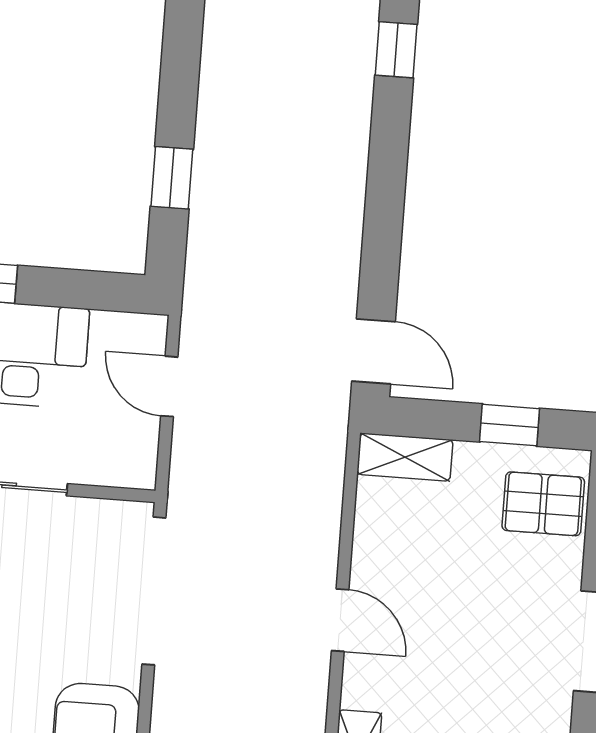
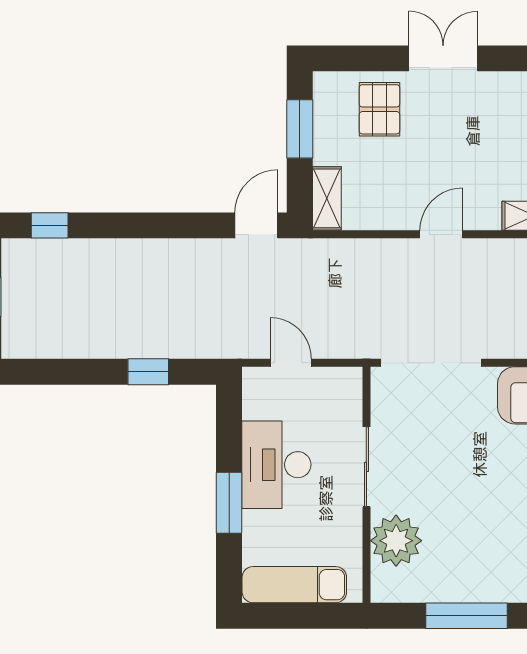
door: (169, 386) -> (291, 363), swing flipped
window: (509, 425) -> (300, 129), width x1.50
pallet: (543, 504) -> (379, 109), moved

